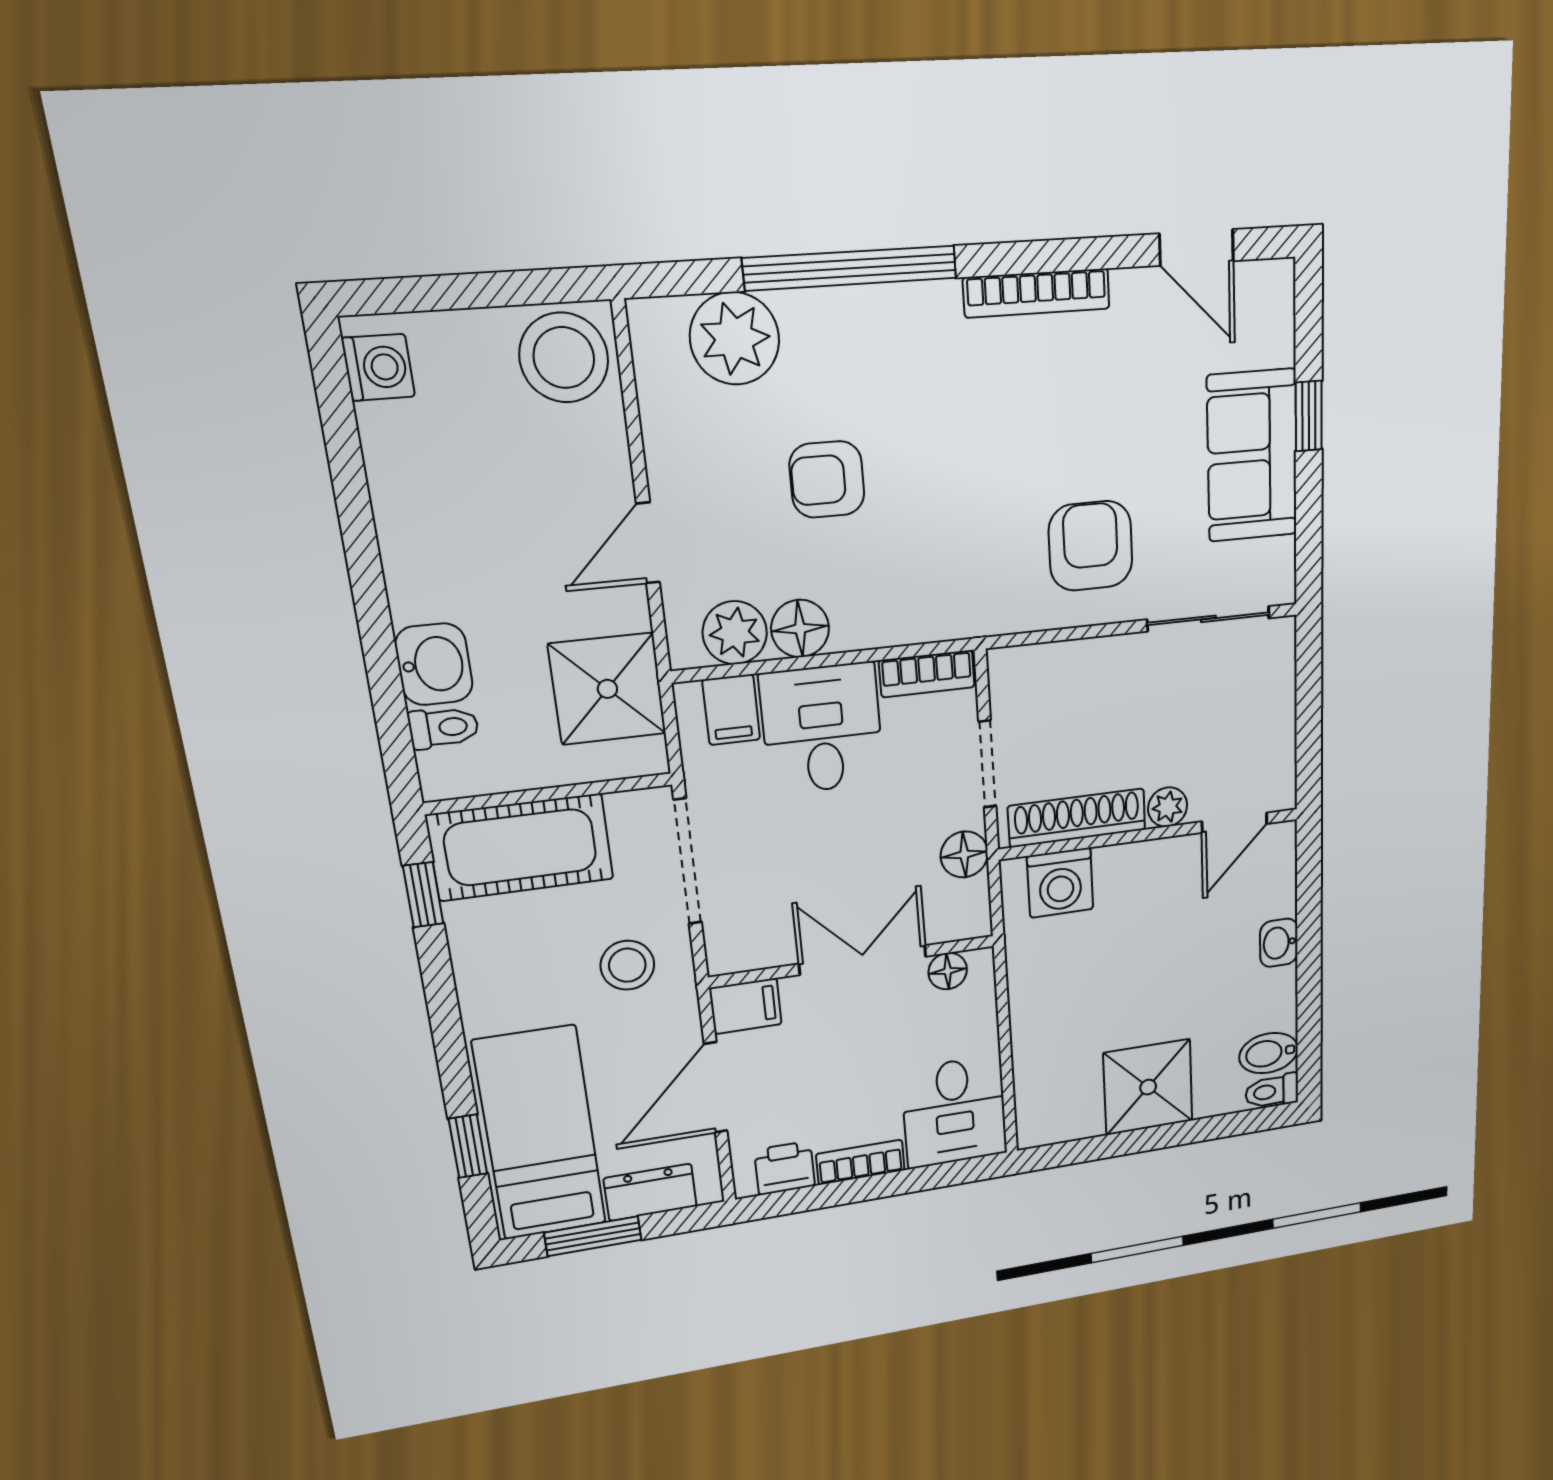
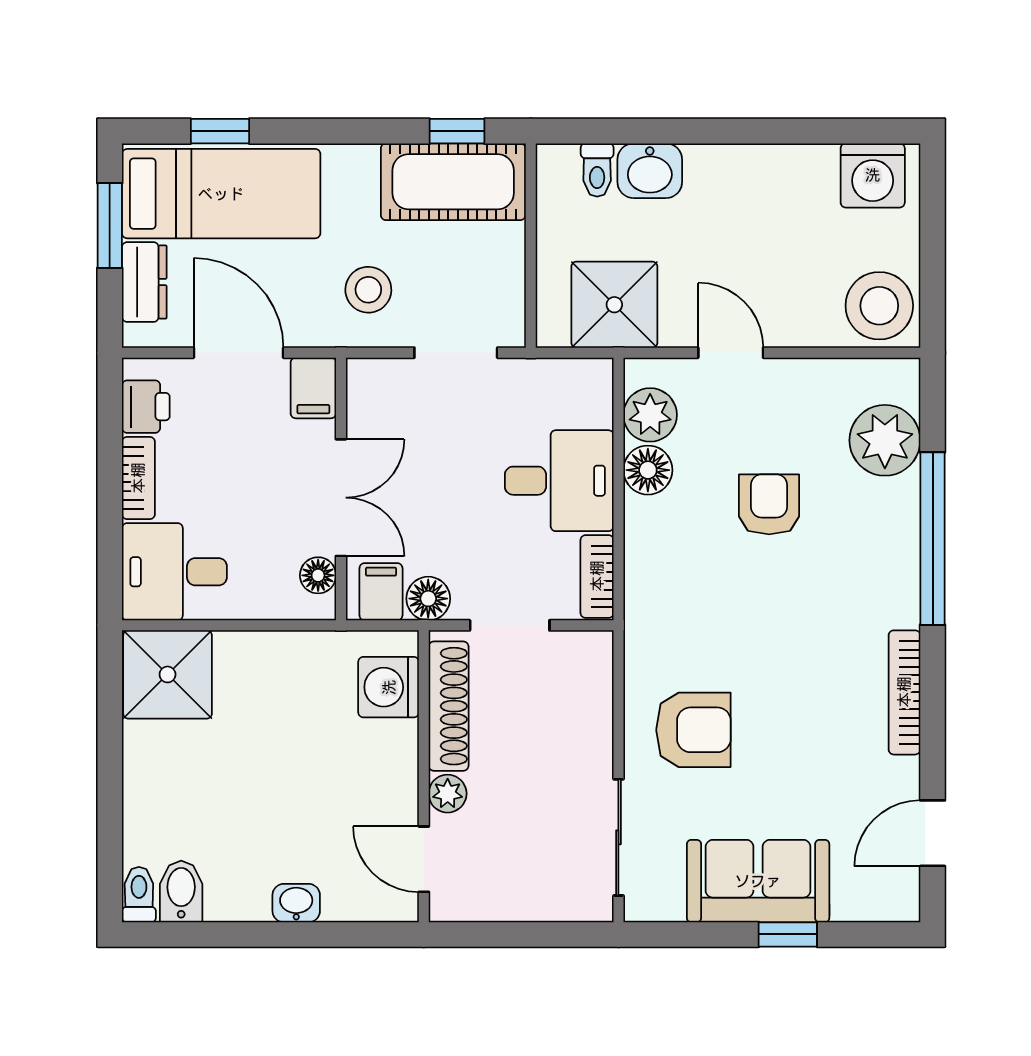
washing machine: (378, 367) -> (873, 175), width x1.38, depth x1.38
filing cabinet: (731, 710) -> (381, 592), moved, turned 90
cot: (521, 847) -> (453, 182), moved, turned 90
doorway: (688, 861) -> (456, 353), width x0.73
shower: (1148, 1087) -> (168, 674), moved

